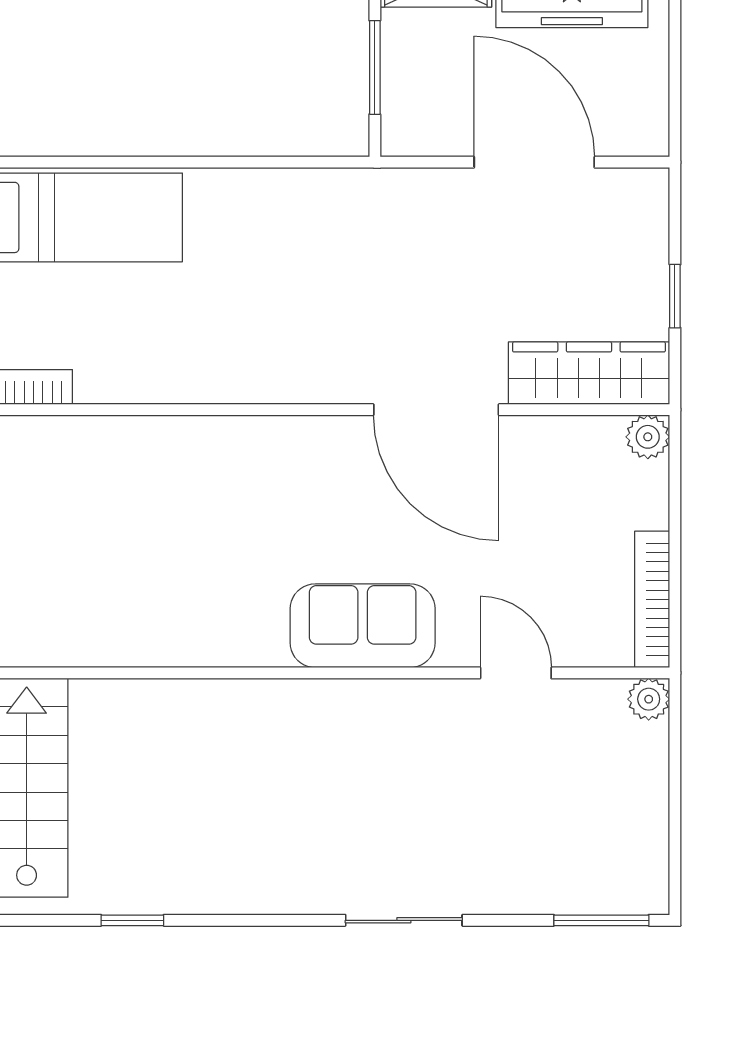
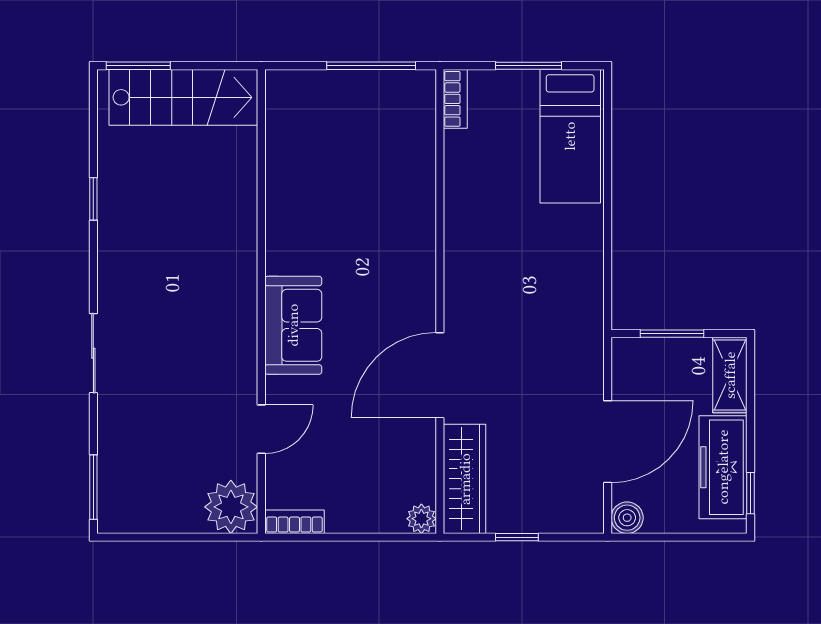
boiler: (646, 134) -> (627, 518), added
bookcase: (652, 599) -> (294, 522), width x0.64
plant: (649, 699) -> (231, 507), width x1.87, depth x1.87
window: (132, 920) -> (93, 199), moved

